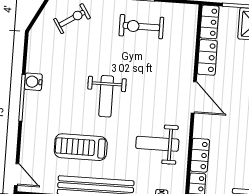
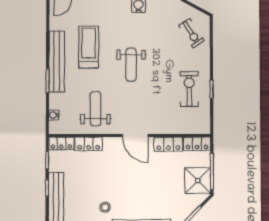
weight bench: (106, 96) -> (131, 65), turned -90
door: (194, 97) -> (135, 136), hinge flipped

